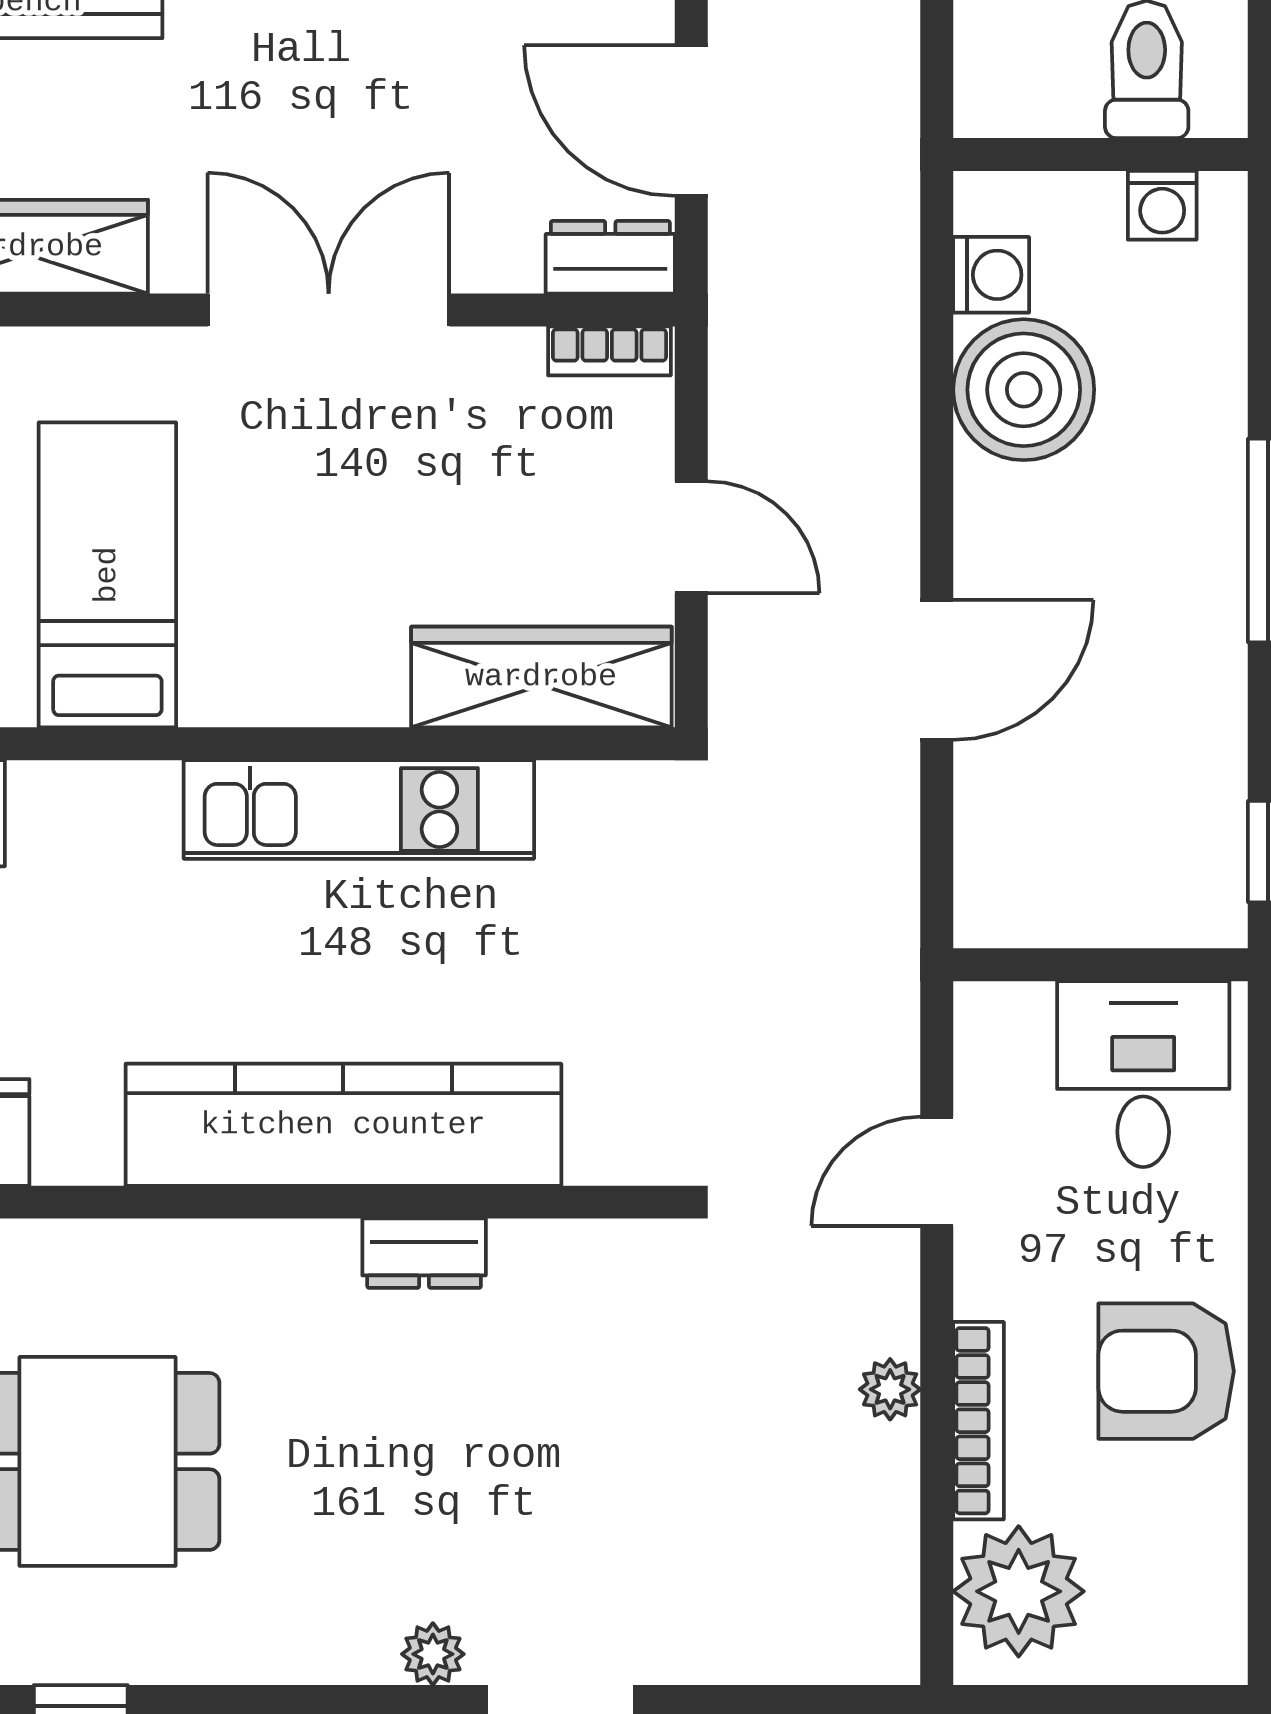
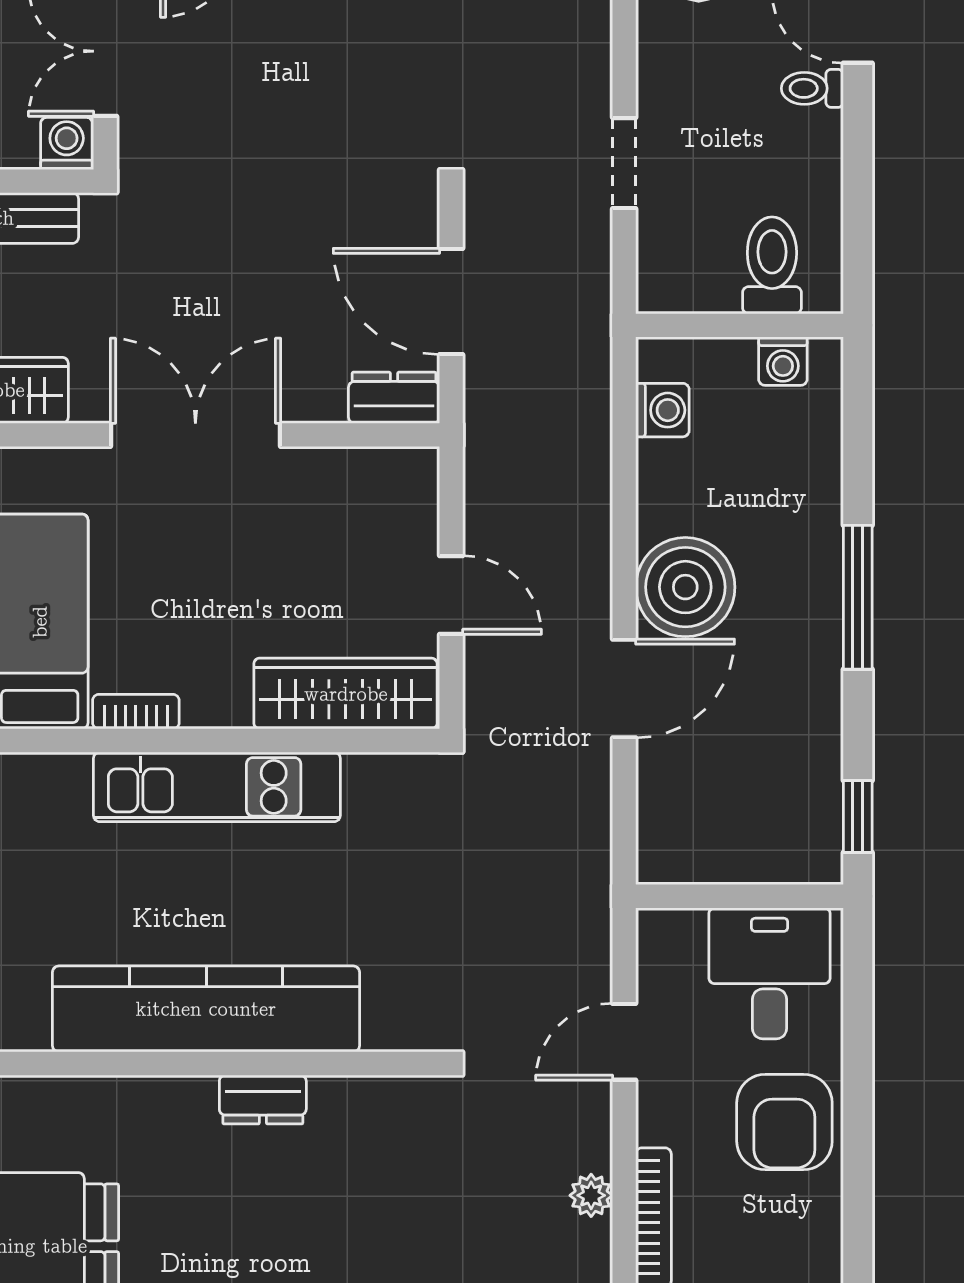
bookcase: (609, 351) -> (136, 712), moved, turned 180
boiler: (1024, 390) -> (685, 587), moved
armchair: (1166, 1371) -> (784, 1122), moved, turned -90

